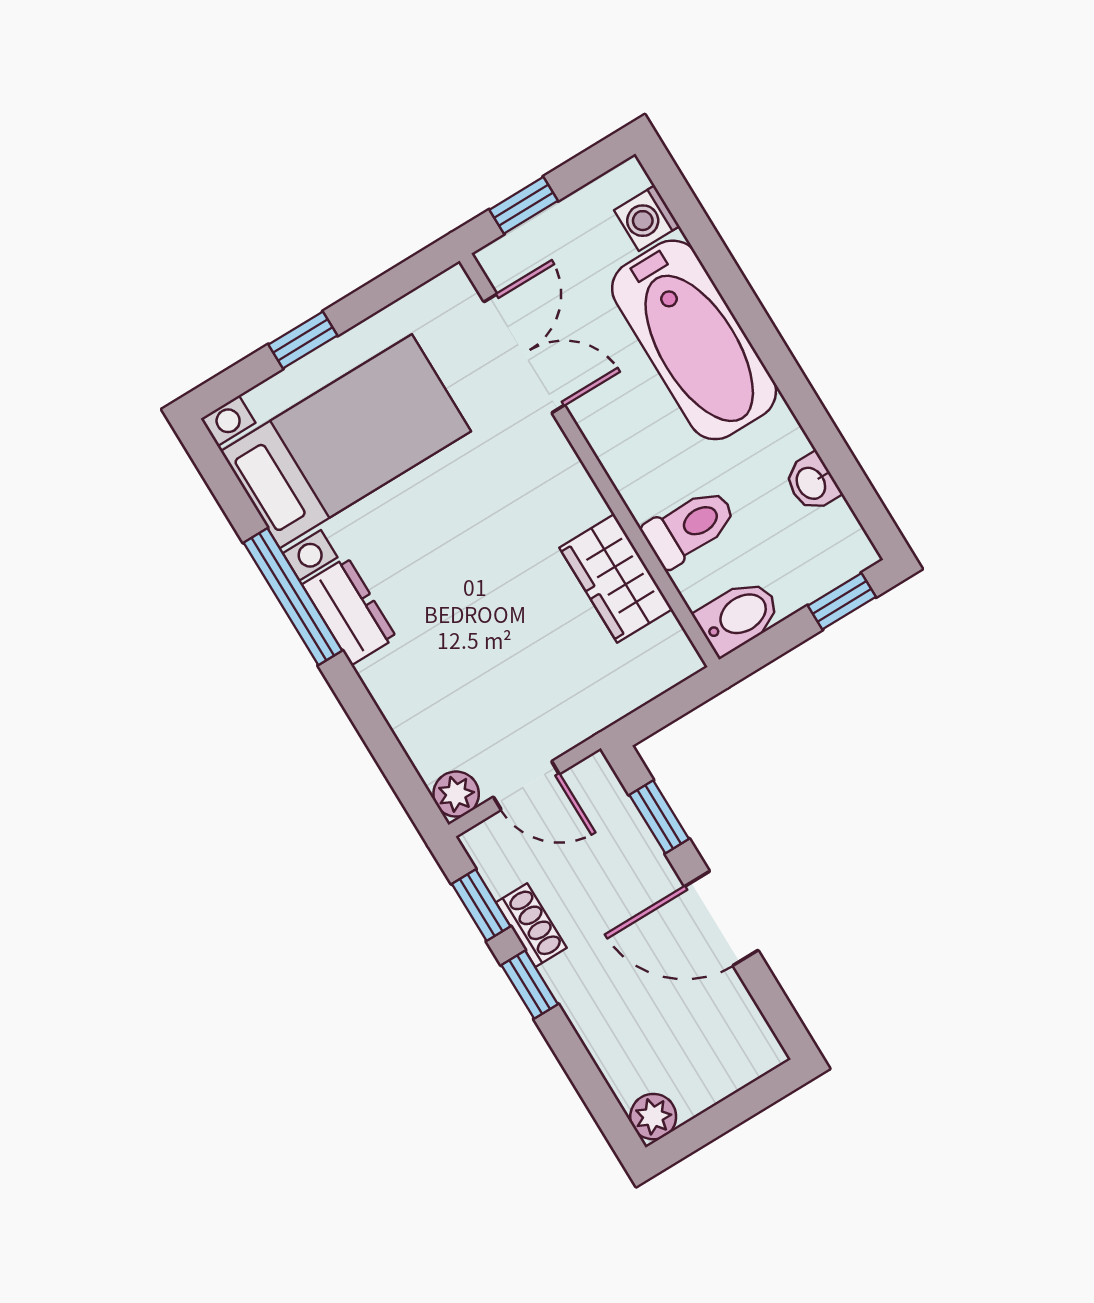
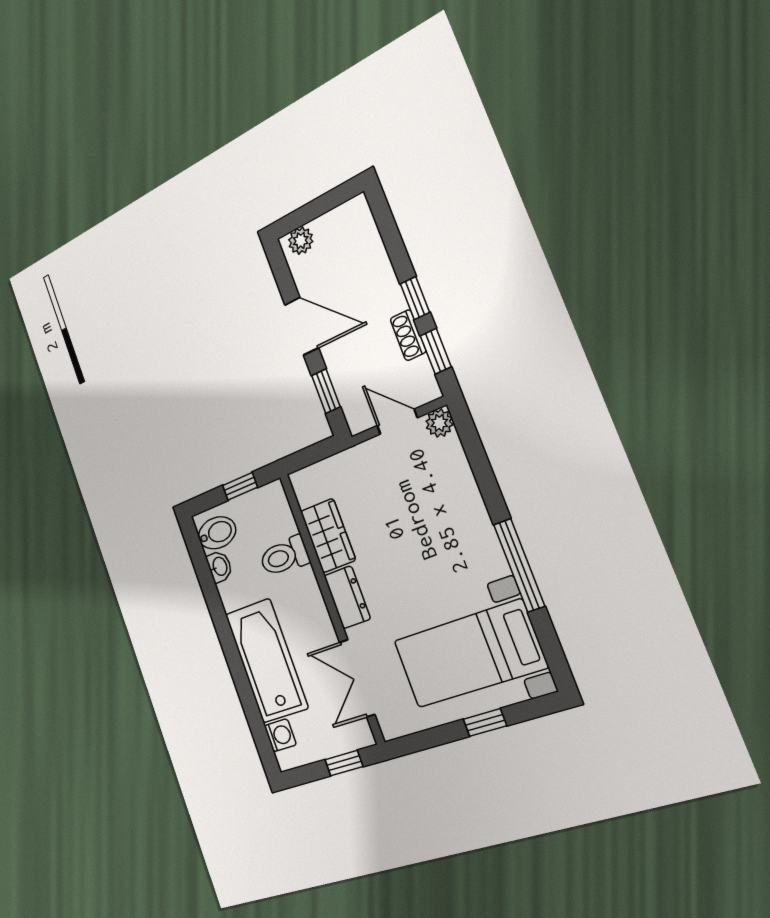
window: (842, 601) -> (240, 486), moved
dresser: (349, 611) -> (347, 597), moved, turned 180
bidet: (738, 617) -> (217, 533), moved, turned 180
plant: (653, 1117) -> (301, 241), moved

